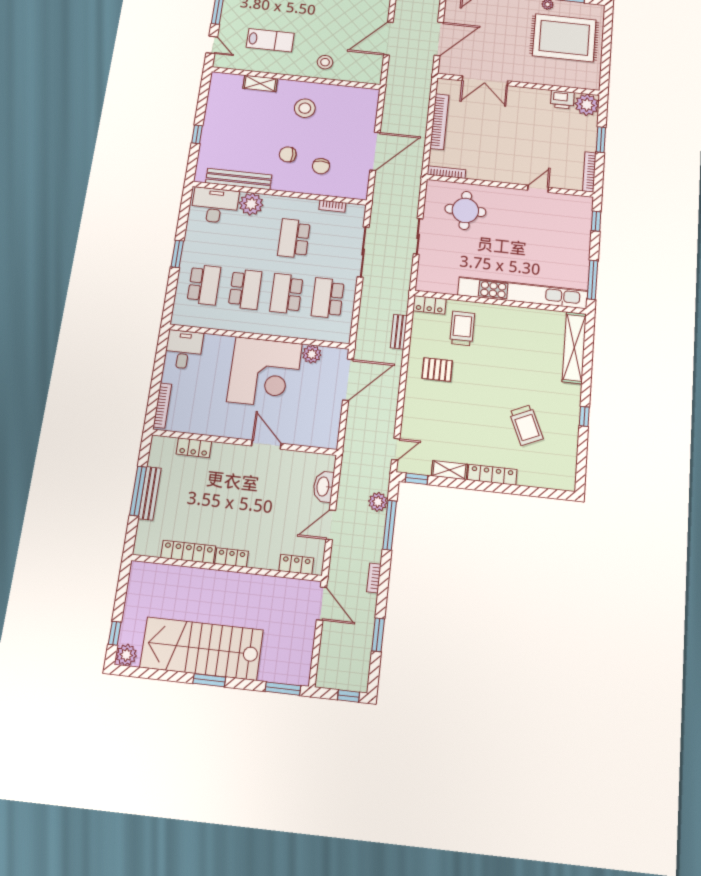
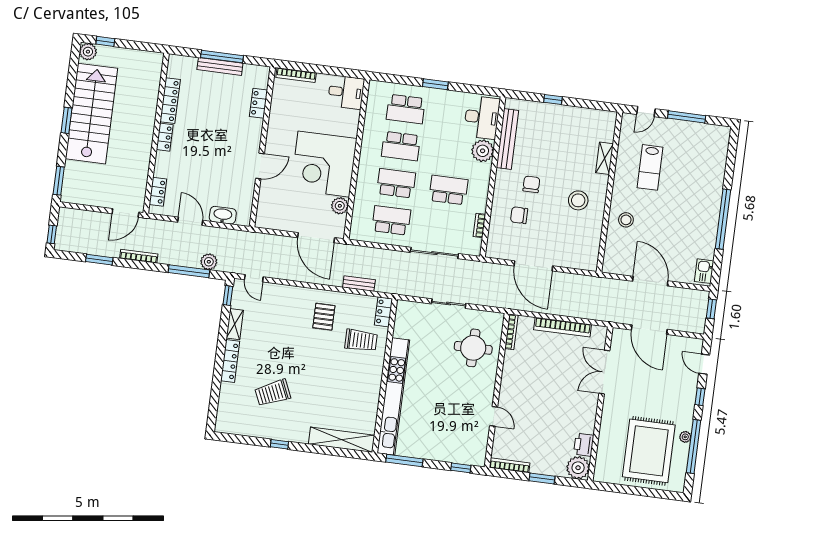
bookcase: (374, 578) -> (139, 256), width x1.56

